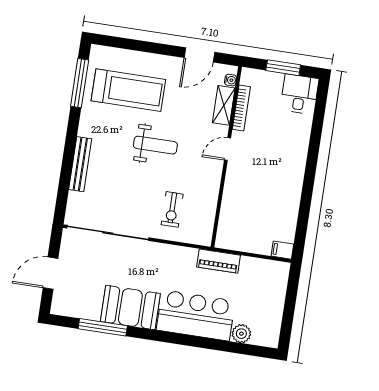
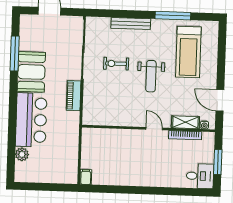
window: (80, 83) -> (173, 16), moved
exercise bike: (172, 209) -> (116, 64), moved
piano: (218, 261) -> (74, 96), moved

